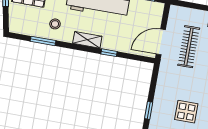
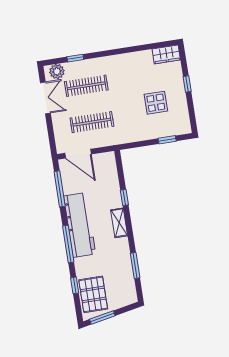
stool: (55, 24) -> (115, 259), removed
door: (161, 42) -> (78, 154), moved

